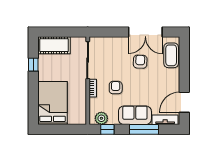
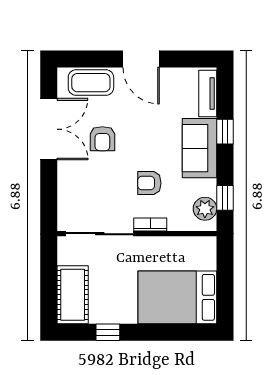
armchair: (140, 62) -> (102, 139), turned -92
door: (184, 102) -> (141, 59), moved
window: (144, 129) -> (225, 132), width x0.46

